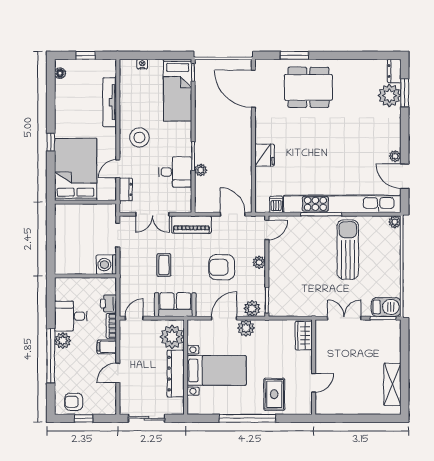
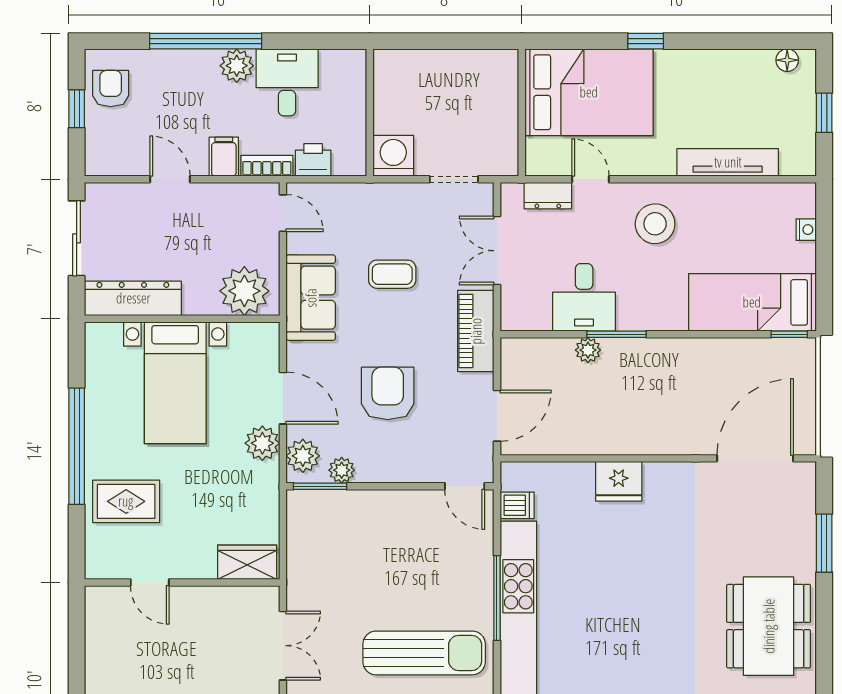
dining table: (308, 87) -> (769, 626), moved
plant: (259, 262) -> (342, 470), moved
dresser: (176, 374) -> (133, 298), moved

